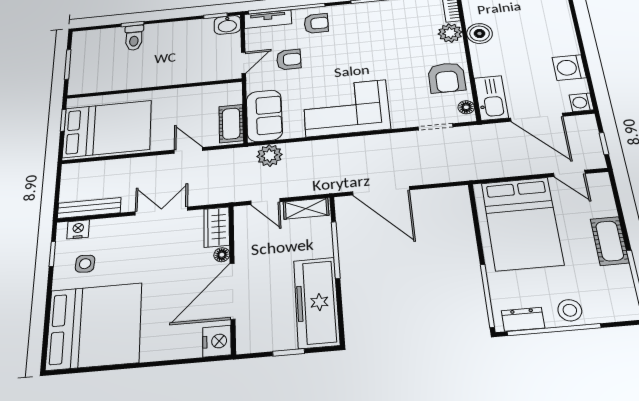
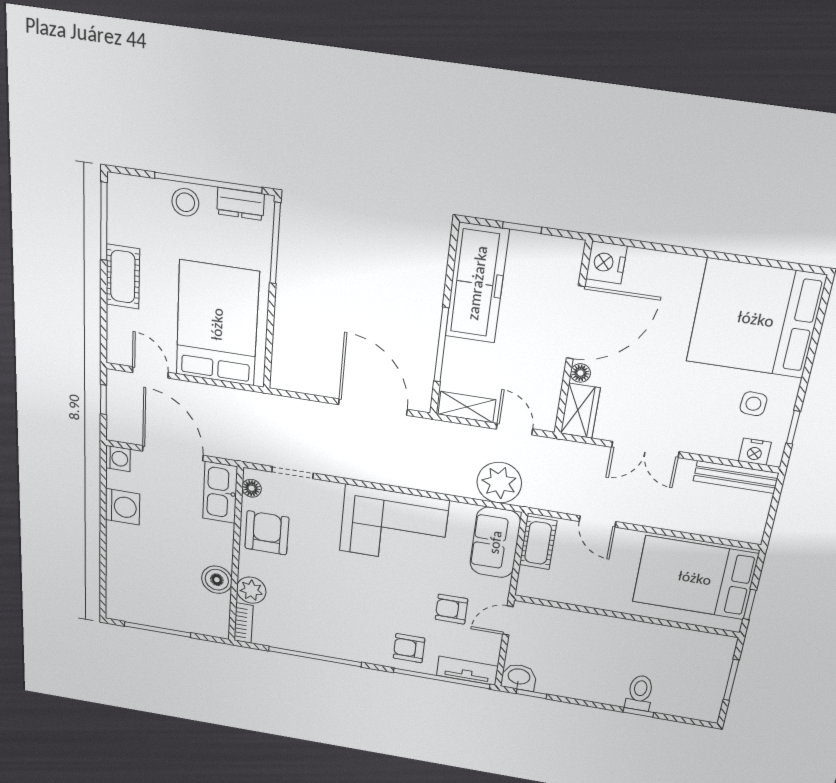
plant: (269, 156) -> (499, 483), width x1.36, depth x1.36

